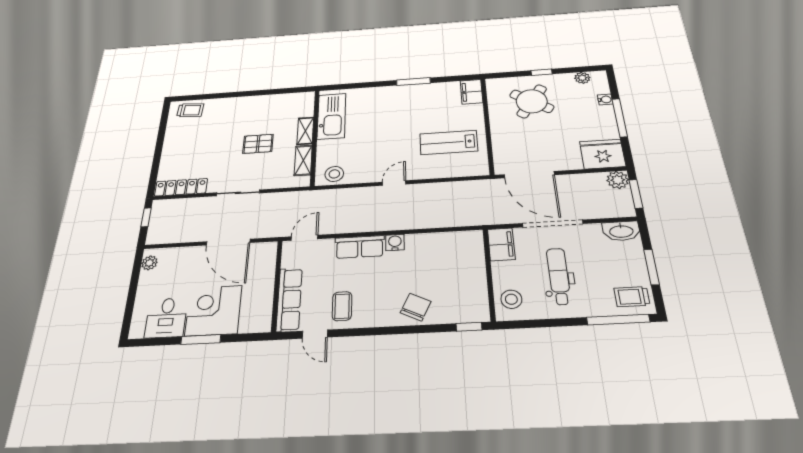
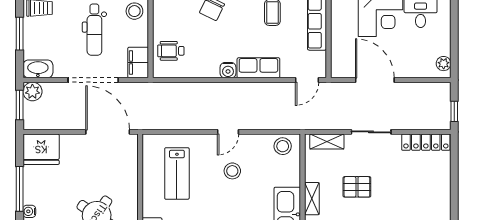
lab bench: (449, 142) -> (177, 173), turned 90
stool: (389, 149) -> (232, 171), added
shelving: (303, 160) -> (327, 142), moved, turned 90
plant: (618, 180) -> (32, 92), moved
wheelchair: (463, 259) -> (171, 51), added

